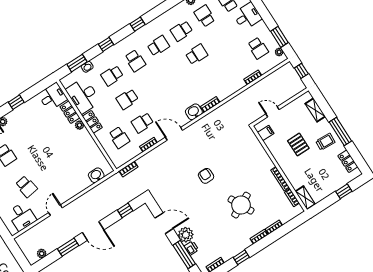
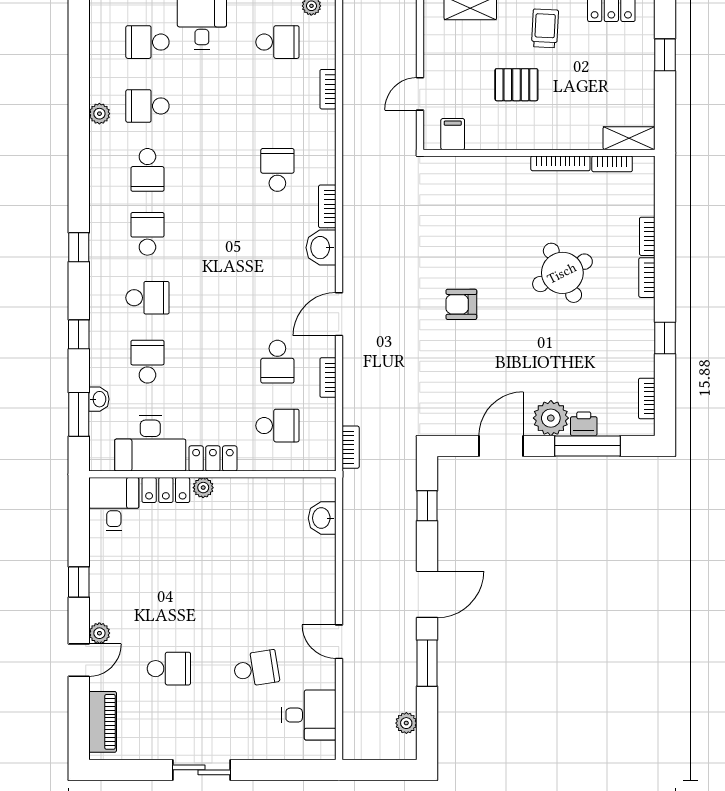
school desk: (197, 54) -> (277, 170), moved
school desk: (112, 76) -> (147, 362), turned 180
school desk: (127, 99) -> (212, 362), removed

